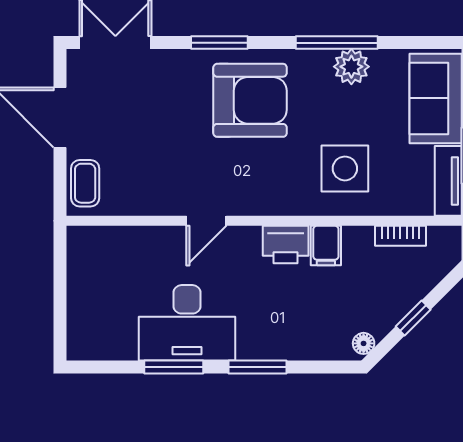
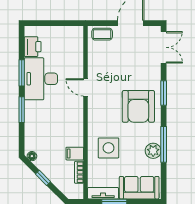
printer: (286, 244) -> (33, 47), moved, turned 180
filing cabinet: (326, 246) -> (75, 154), moved

